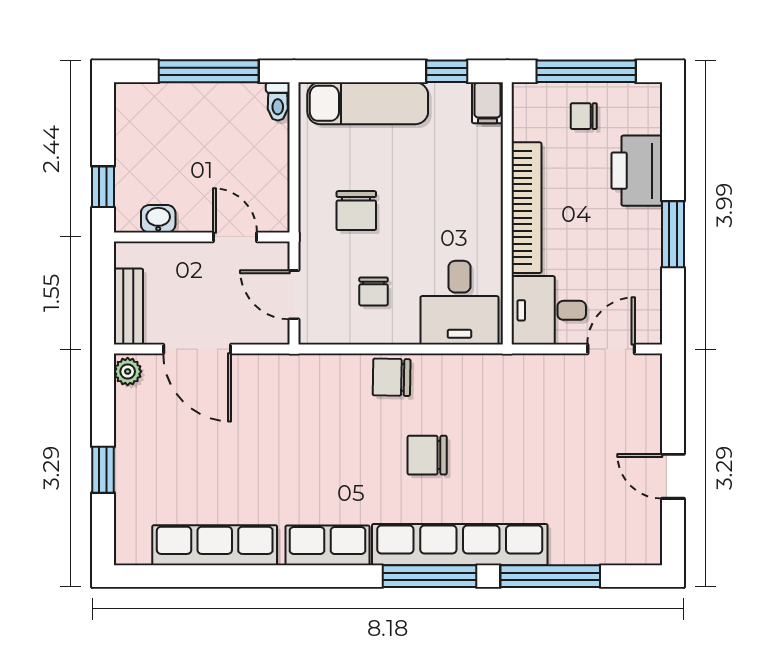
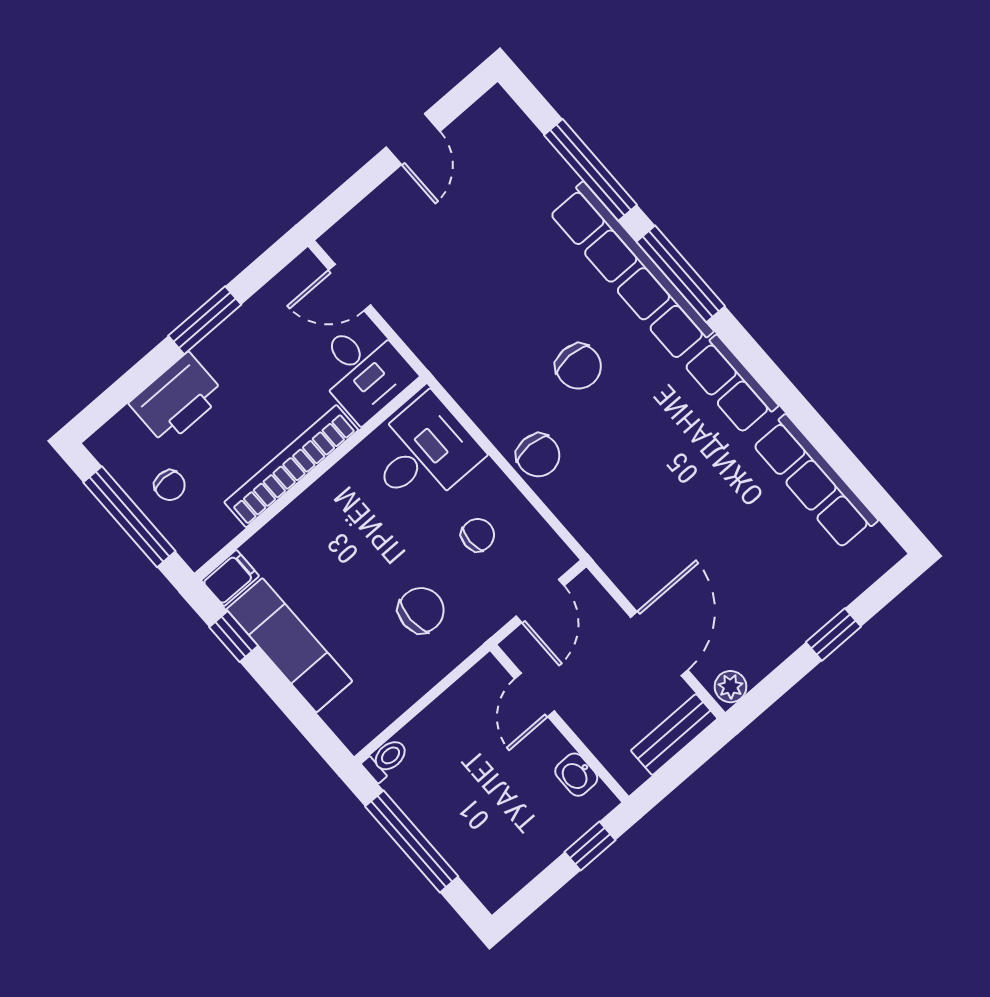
exam couch: (368, 103) -> (289, 645), moved

